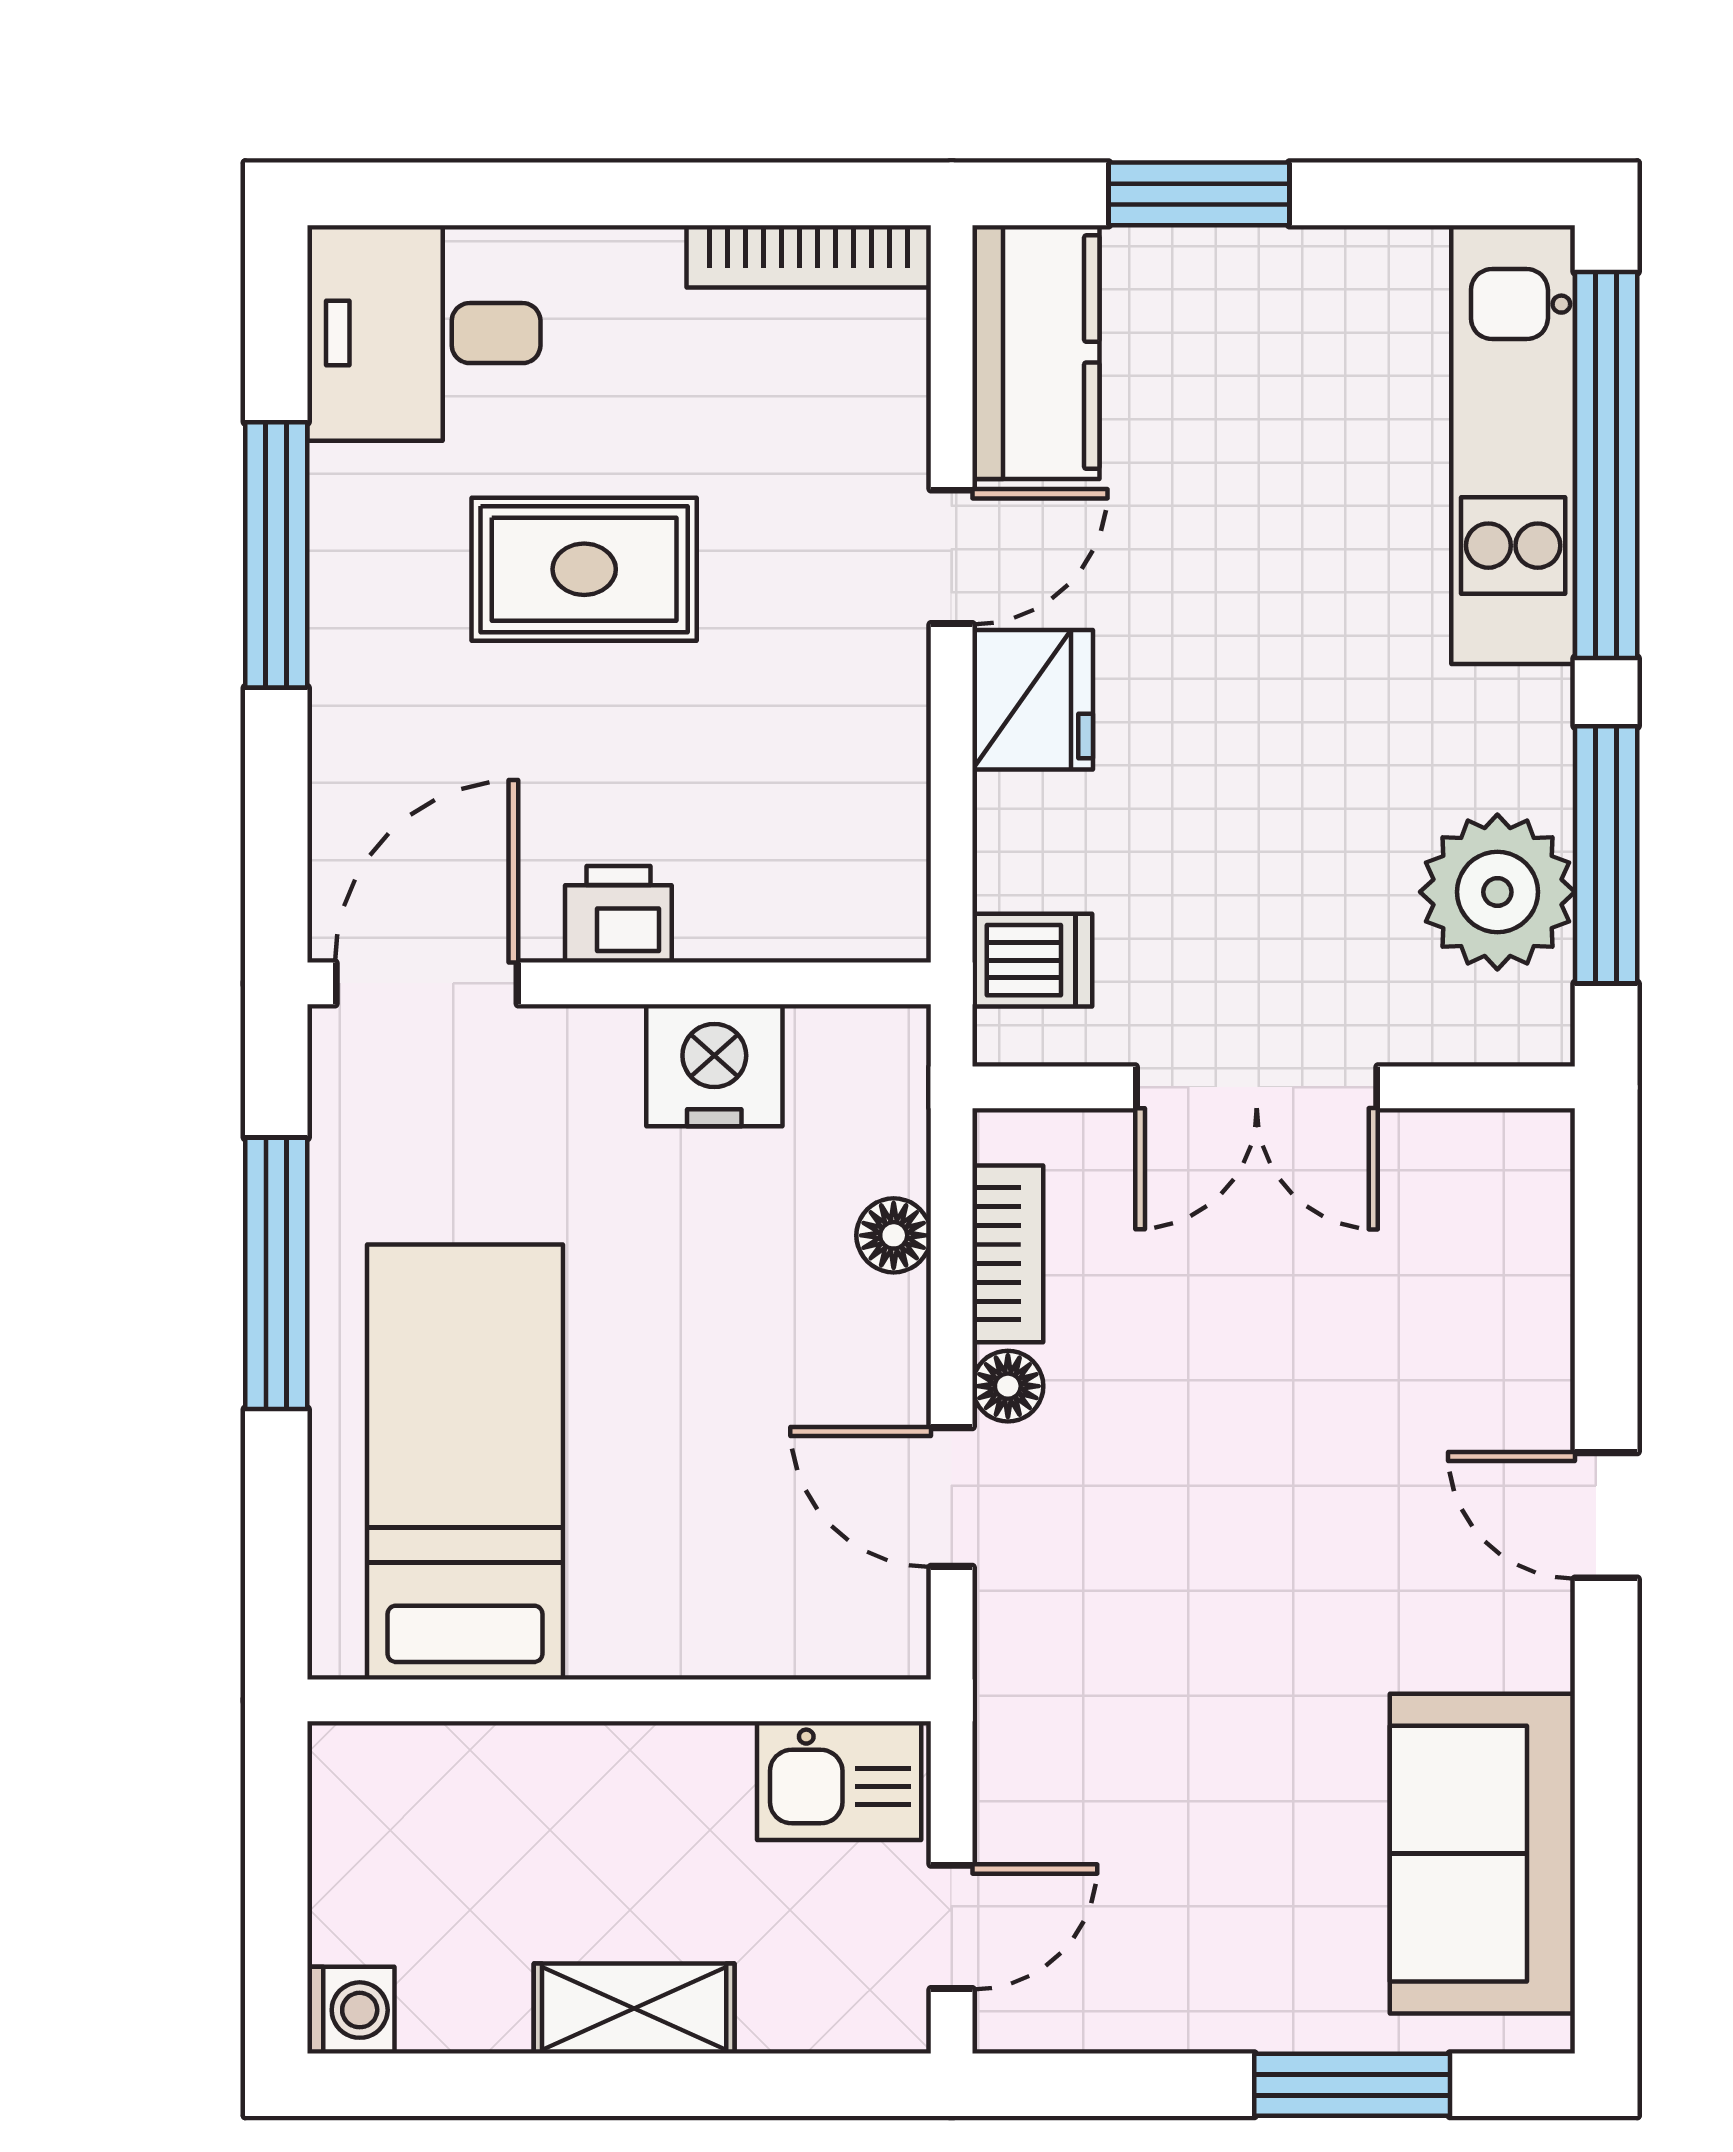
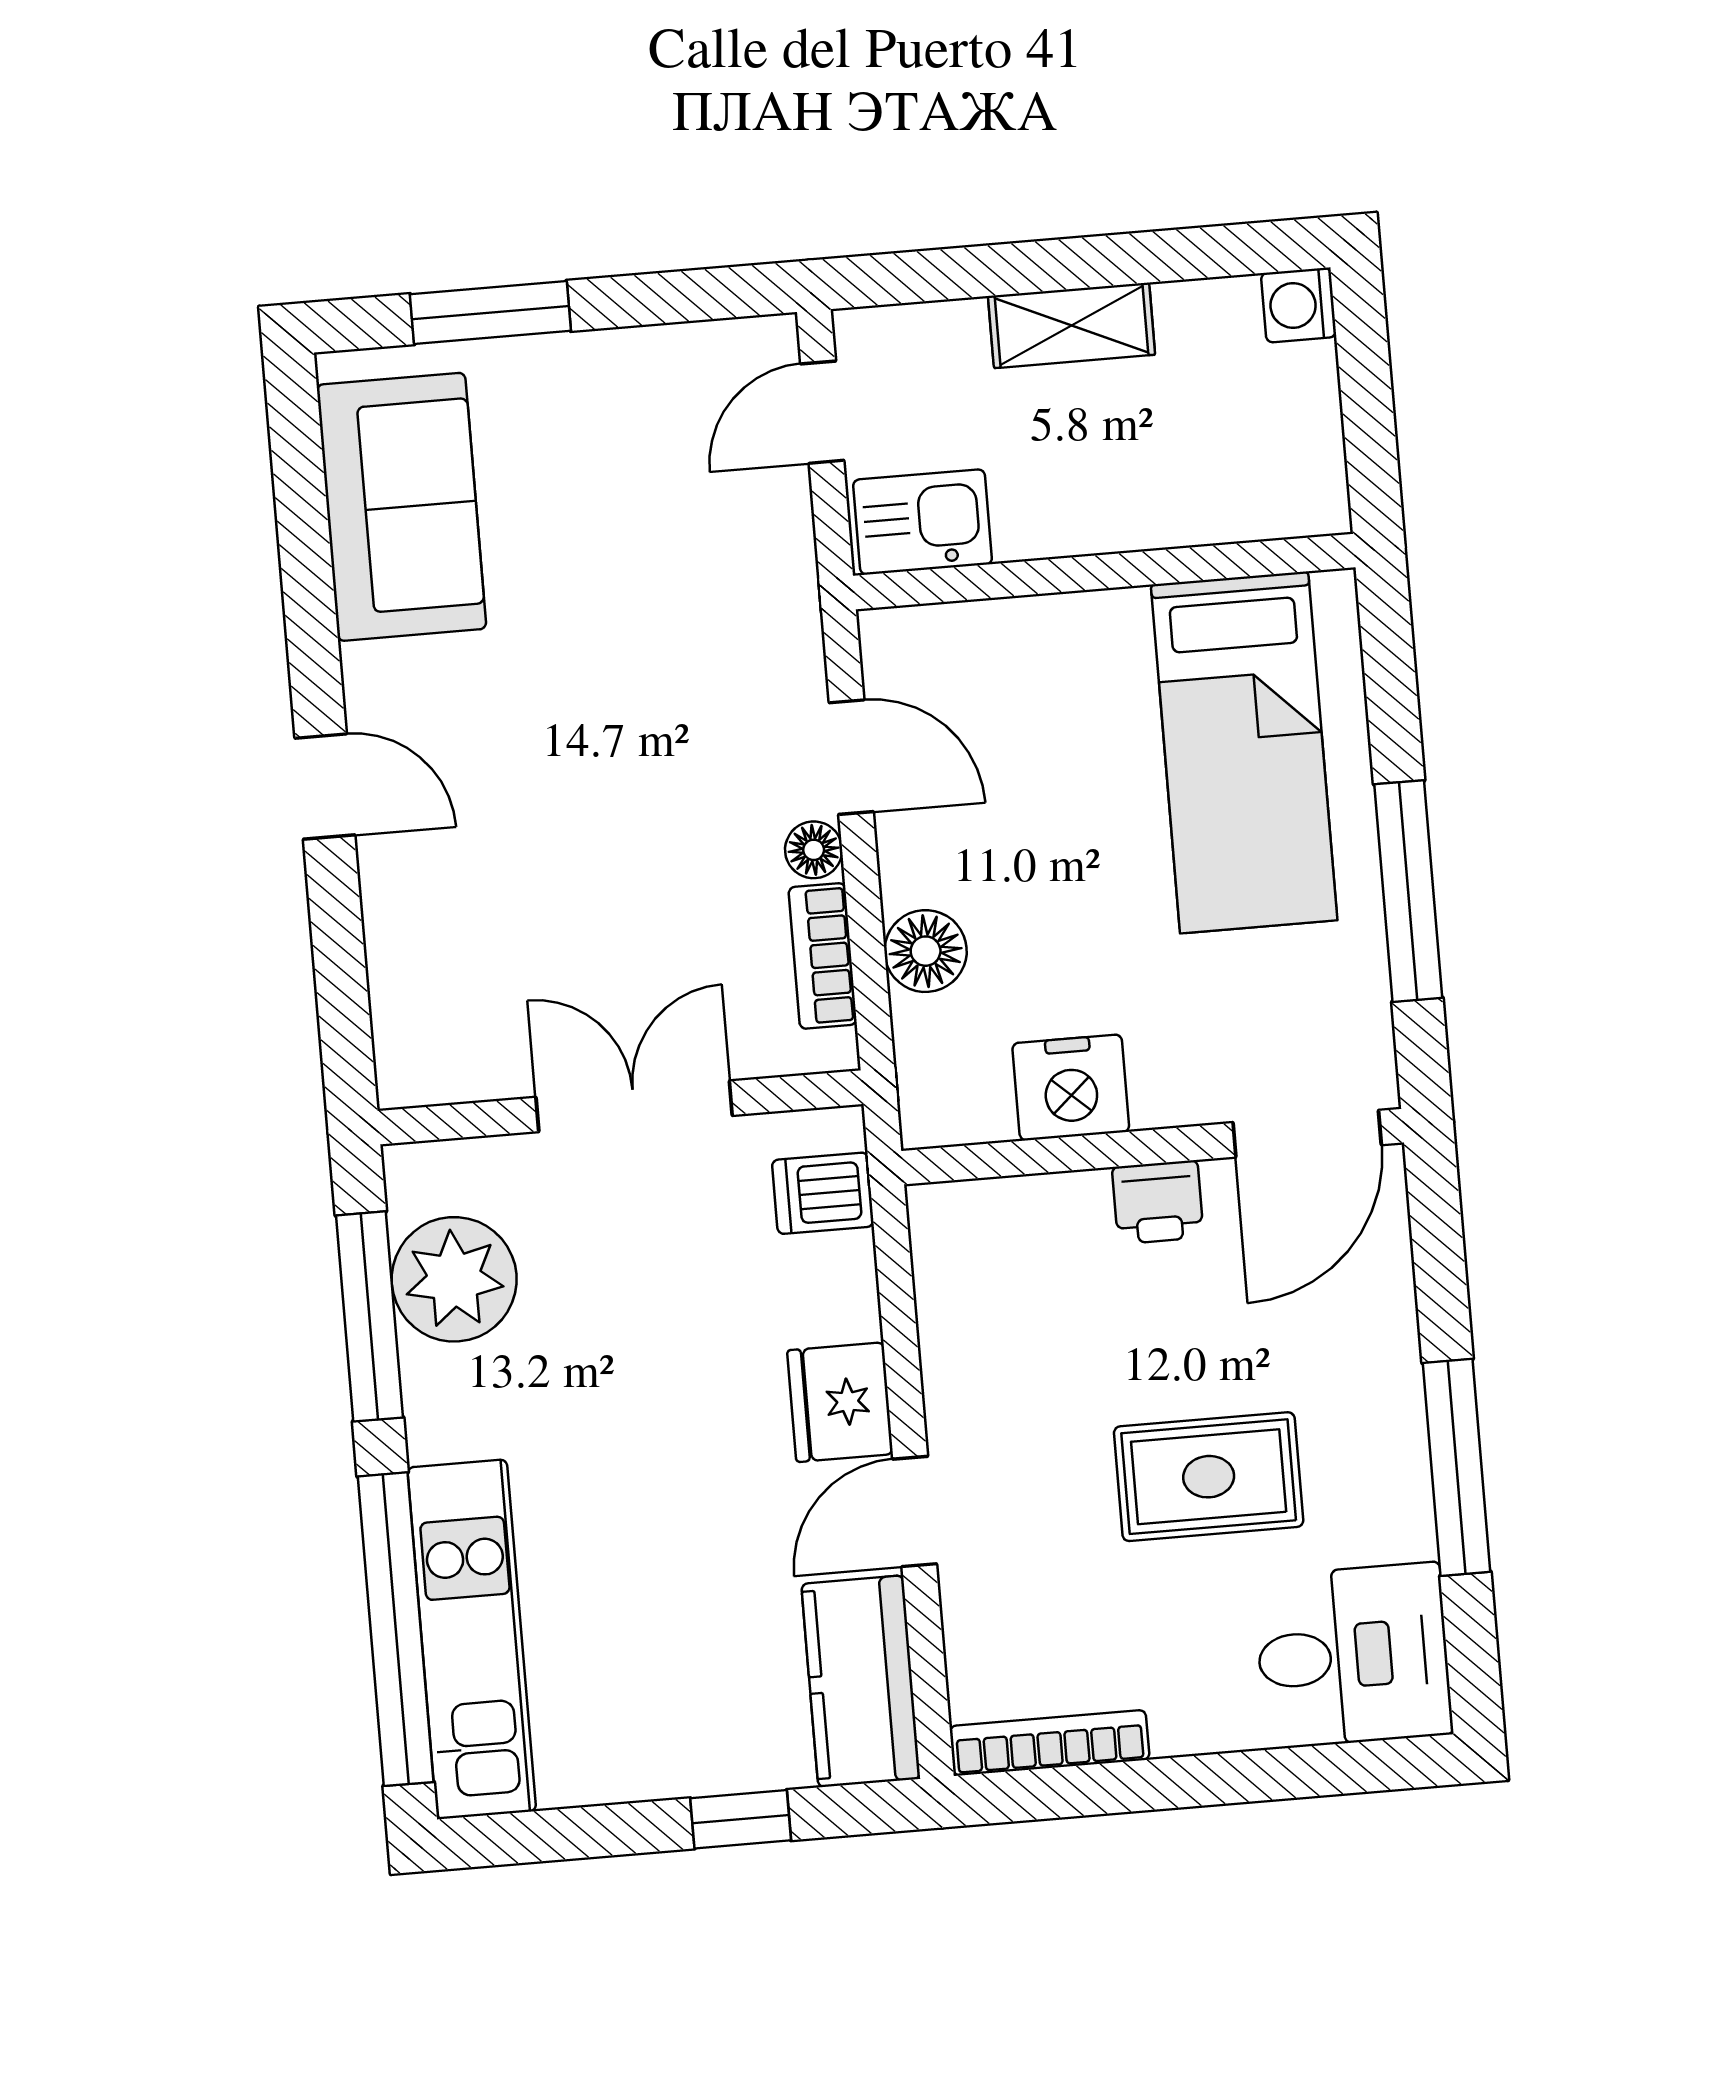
window: (1199, 194) -> (741, 1819), width x0.67
floor lamp: (894, 1235) -> (926, 951), width x1.37, depth x1.37

